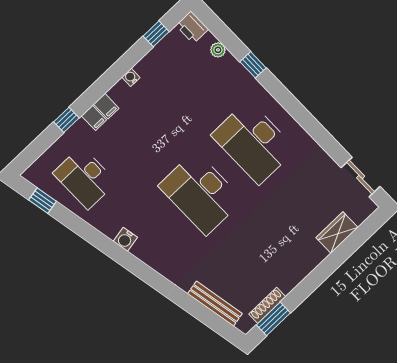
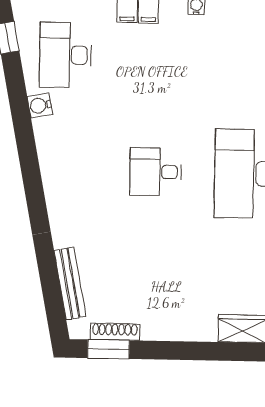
desk: (201, 193) -> (156, 172), width x0.53, depth x0.77
water cooler: (125, 239) -> (40, 105), moved

